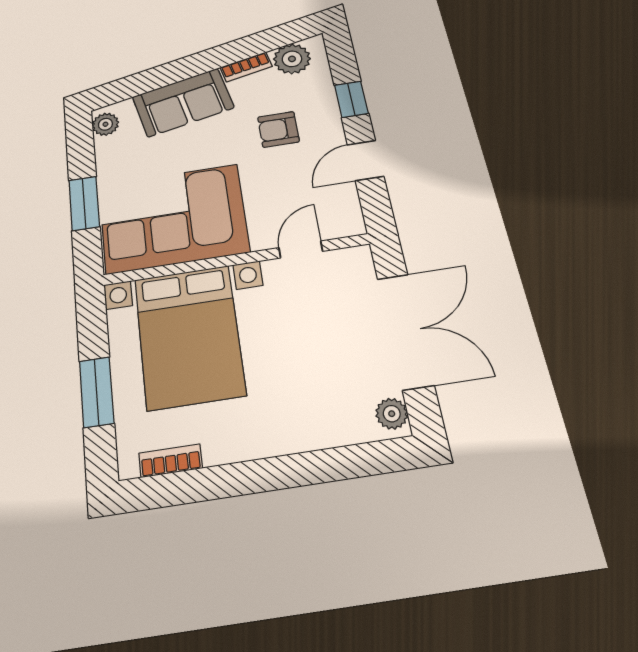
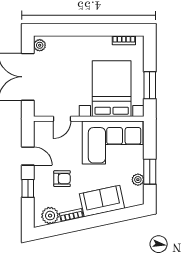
plant: (105, 124) -> (138, 180), moved
door: (365, 160) -> (28, 156), hinge flipped
window: (84, 203) -> (150, 172), moved
window: (97, 392) -> (150, 85), moved

